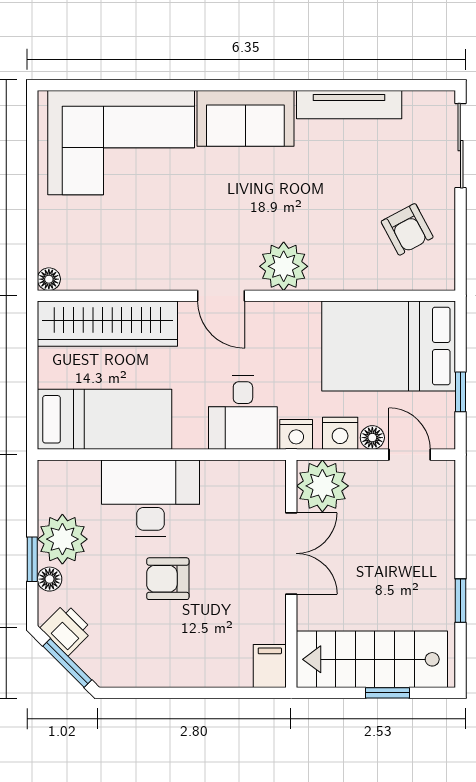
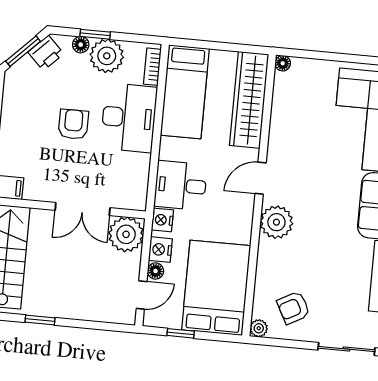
plant: (442, 278) -> (259, 328), added
bookcase: (72, 471) -> (152, 67), added

